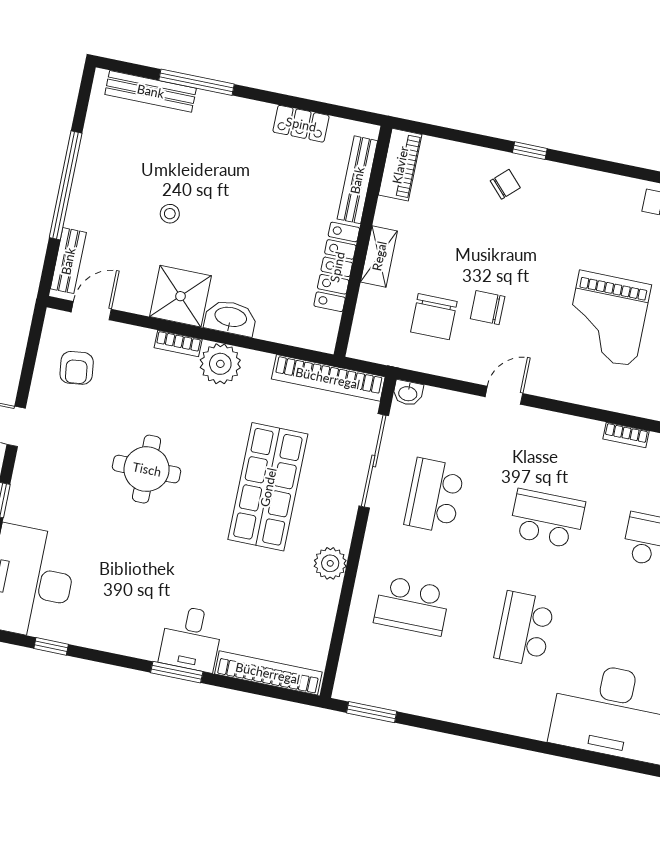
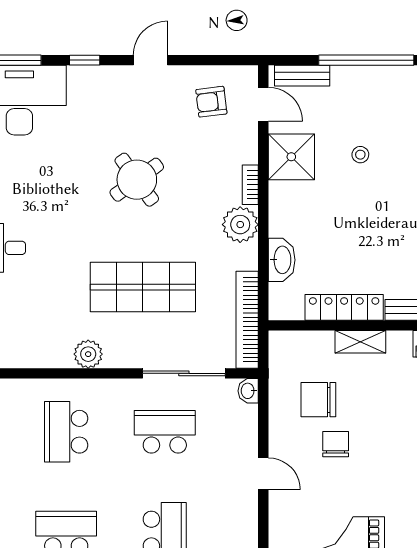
shower: (180, 296) -> (291, 157), moved
washbasin: (231, 318) -> (282, 260), moved
round table: (147, 469) -> (137, 180), turned -36

